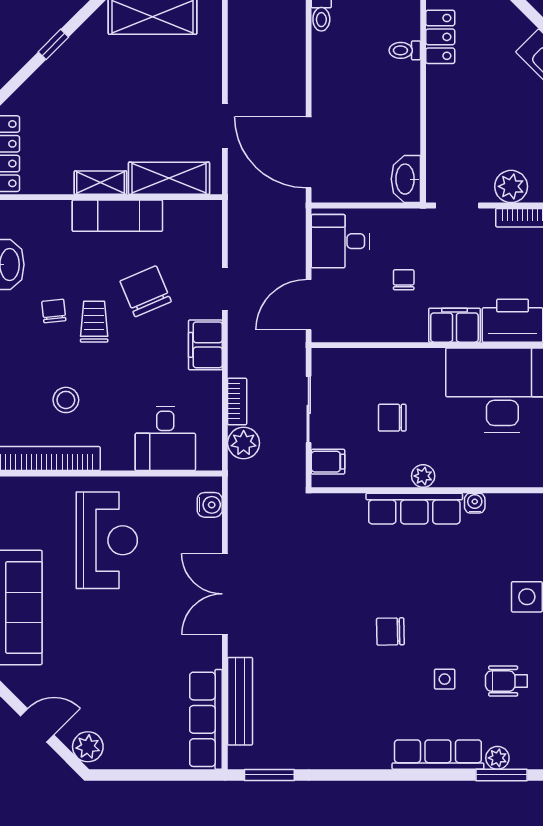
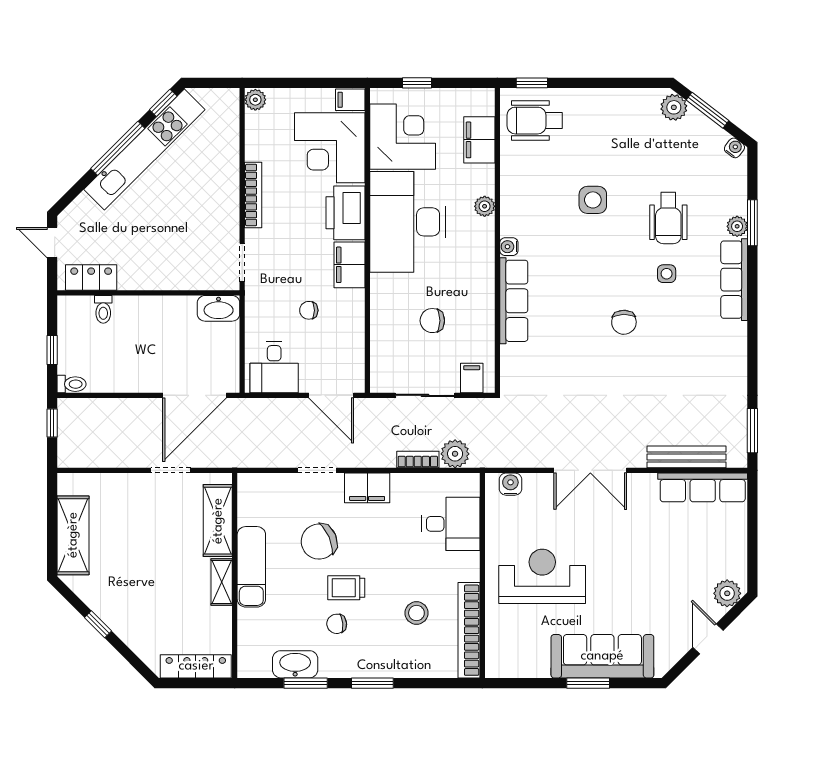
plant: (511, 186) -> (225, 214), removed
chair: (392, 418) -> (432, 321), turned 90
plant: (423, 476) -> (485, 206), moved
wheelchair: (507, 681) -> (668, 218), width x1.36, depth x1.37

